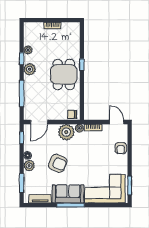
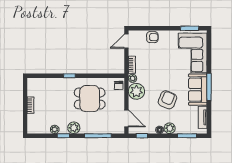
dining table: (64, 74) -> (90, 99), moved

